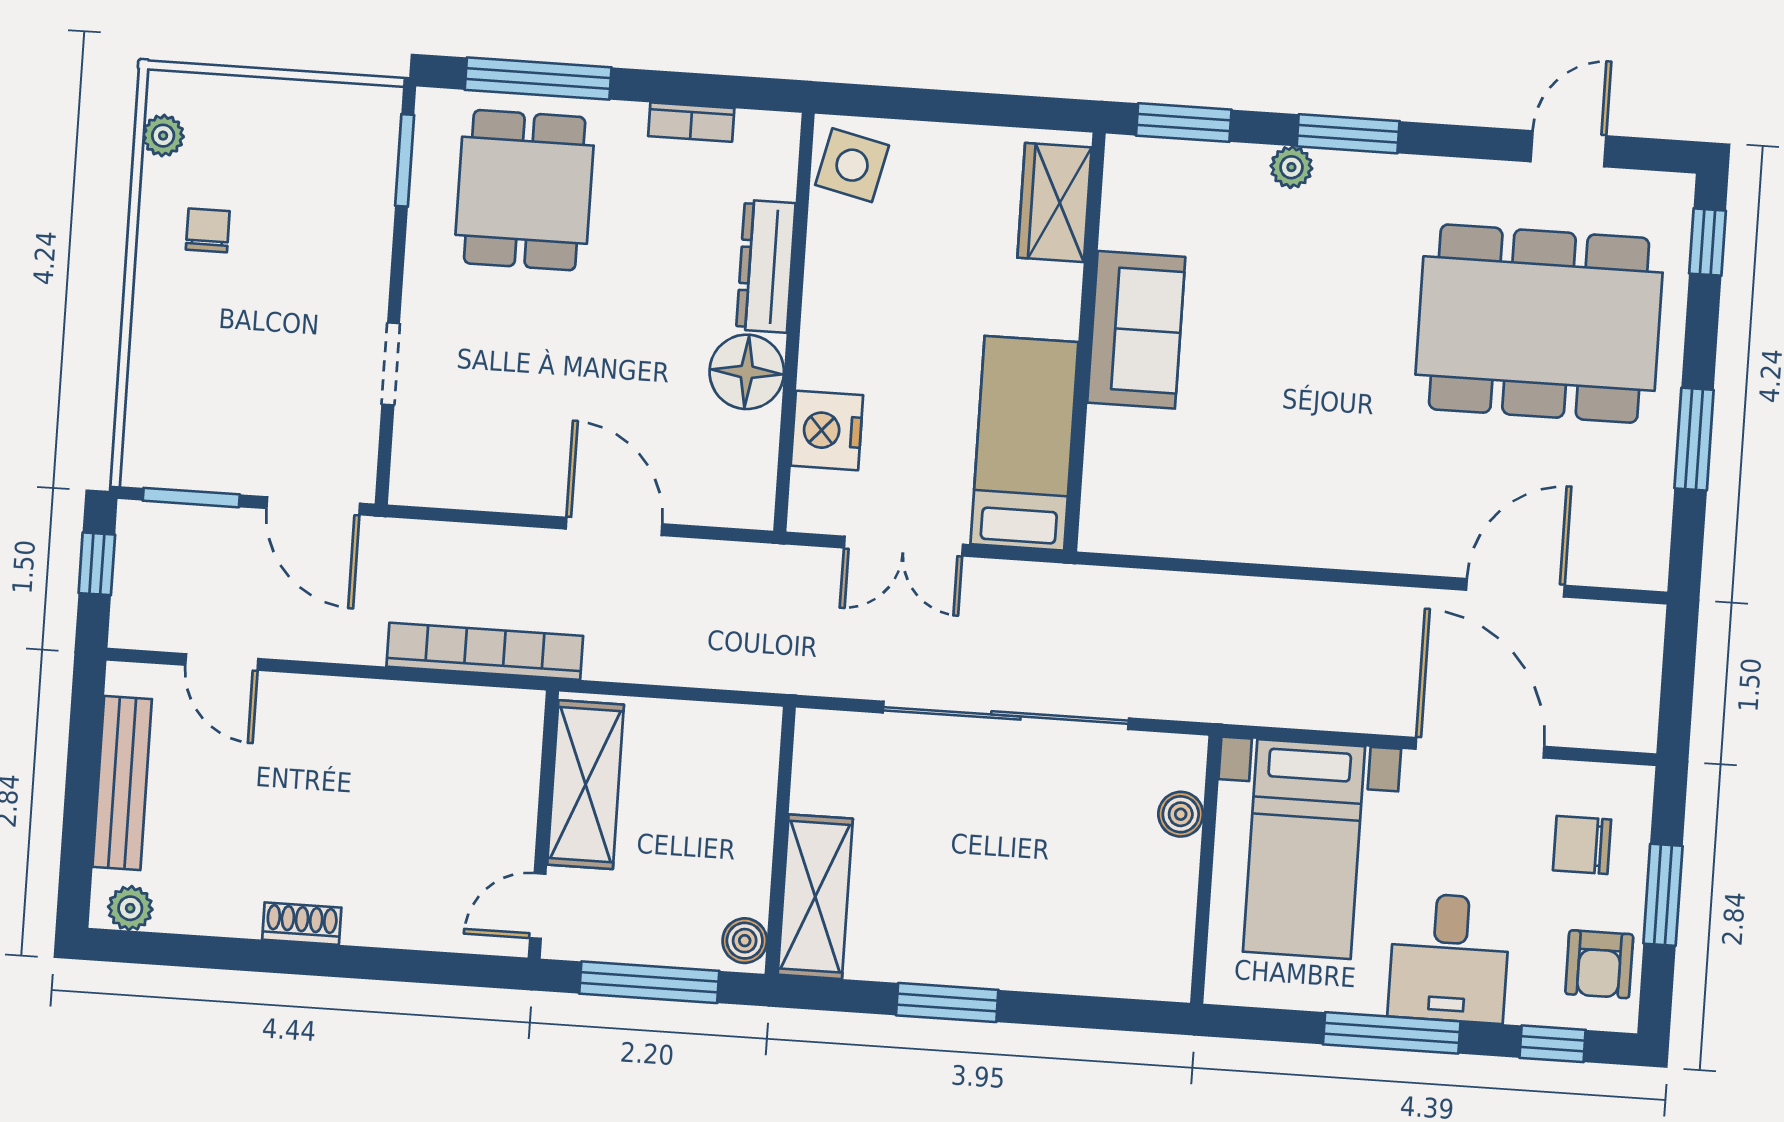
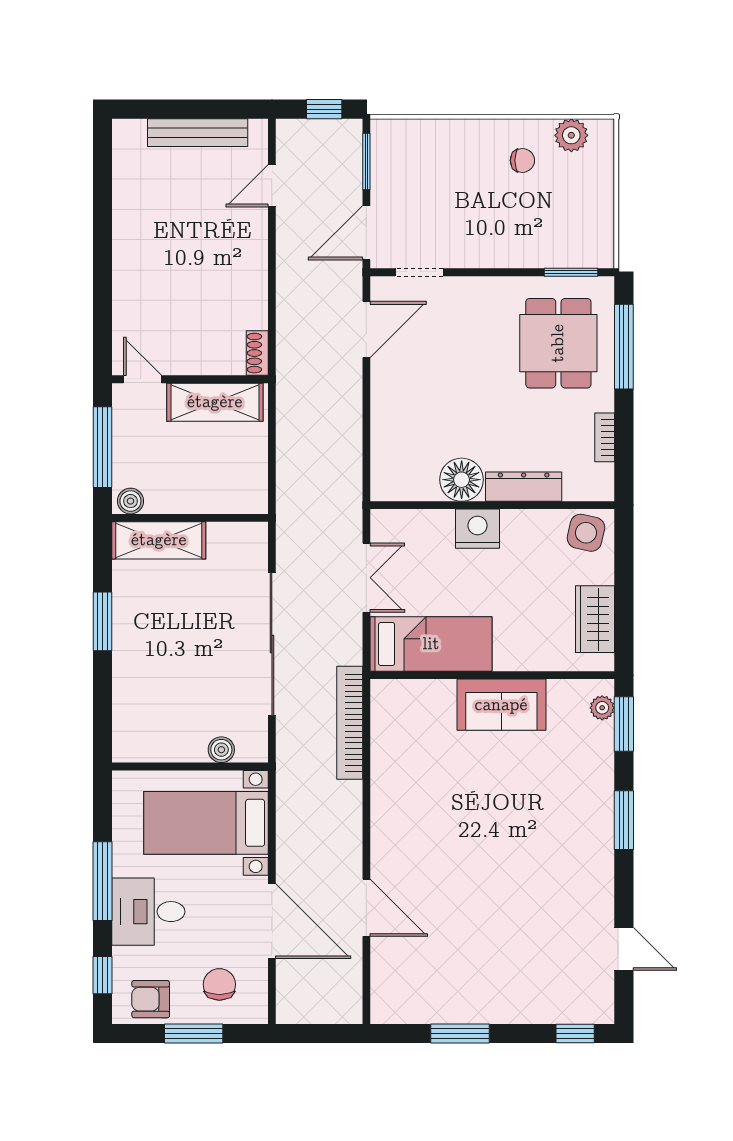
plant: (163, 136) -> (571, 135), width x1.38, depth x1.38
plant: (1291, 167) -> (602, 708), moved
dining table: (525, 190) -> (558, 343), turned 90
wardrobe: (1054, 203) -> (595, 619), moved, turned -90
dining table: (1539, 324) -> (521, 939), removed
doorway: (391, 364) -> (419, 272), moved
nightstand: (827, 430) -> (477, 529), moved
door: (614, 526) -> (366, 330), moved
double door: (903, 546) -> (366, 578), swing flipped
door: (1515, 588) -> (366, 908), moved
bookcase: (485, 651) -> (350, 723), moved, turned 180
door: (1480, 748) -> (272, 921), hinge flipped
plant: (130, 908) -> (125, 142), removed
shoe rack: (302, 924) -> (257, 353), moved, turned 180

